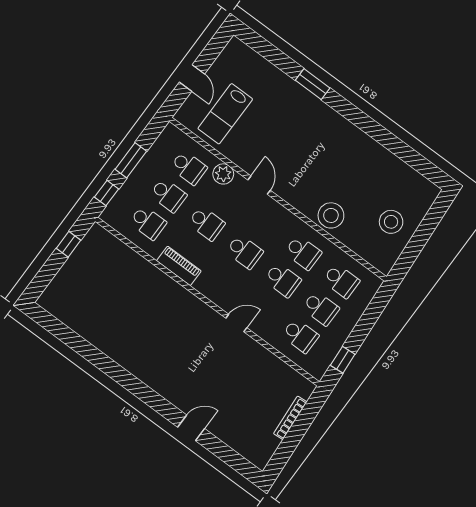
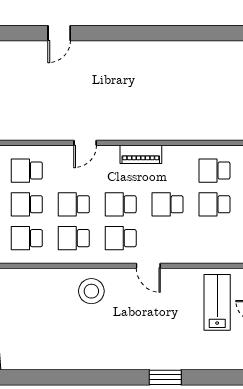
school desk: (189, 168) -> (121, 238), moved
plant: (223, 174) -> (183, 253), removed
stool: (331, 215) -> (91, 291), moved
stool: (391, 222) -> (22, 314), removed
piano: (179, 266) -> (141, 154), moved

